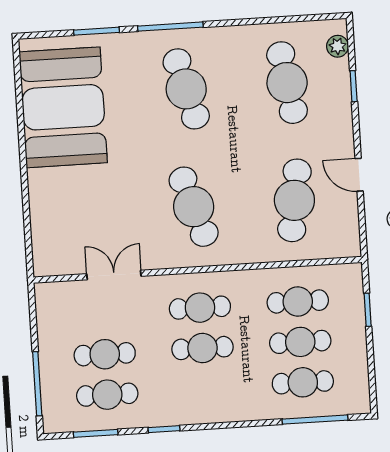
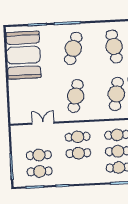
cafe table: (186, 89) -> (73, 48), turned 33
cafe table: (194, 207) -> (76, 96), turned 30

